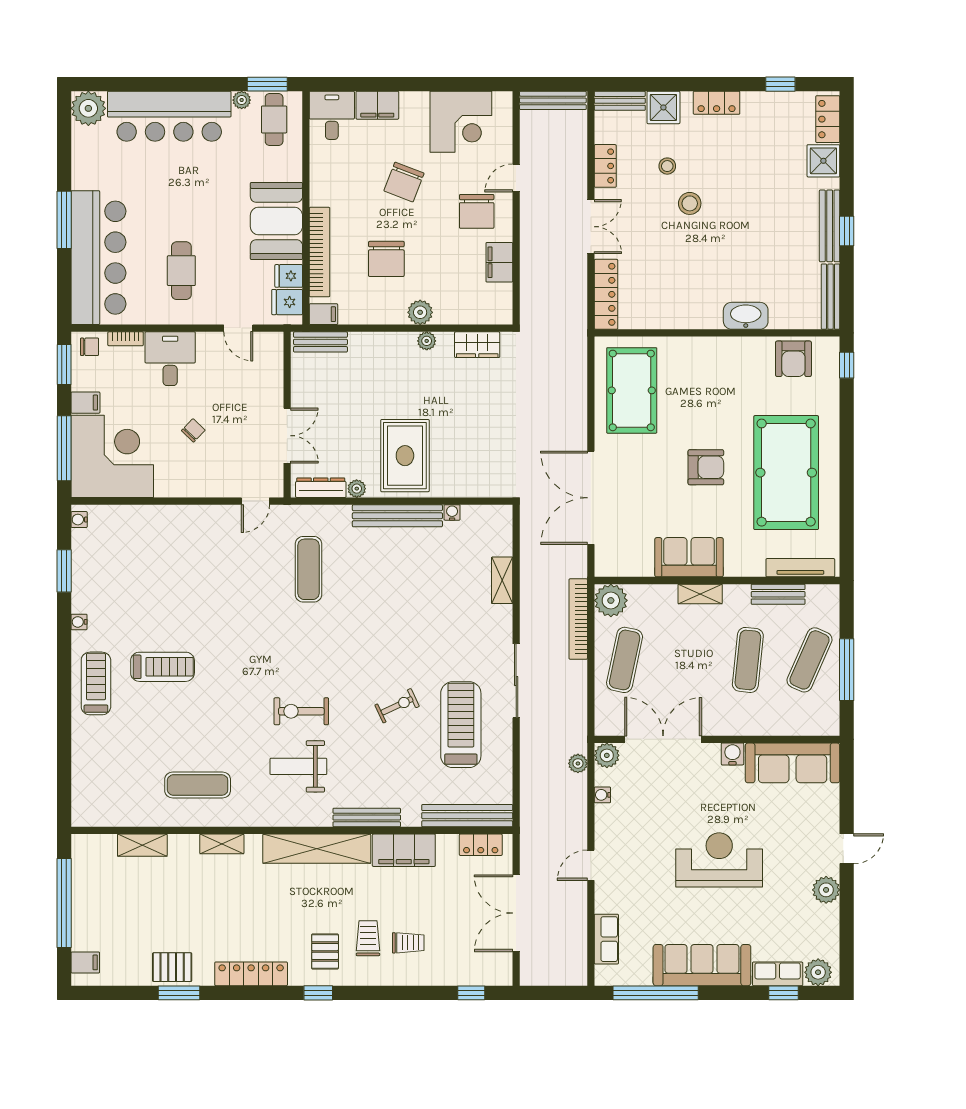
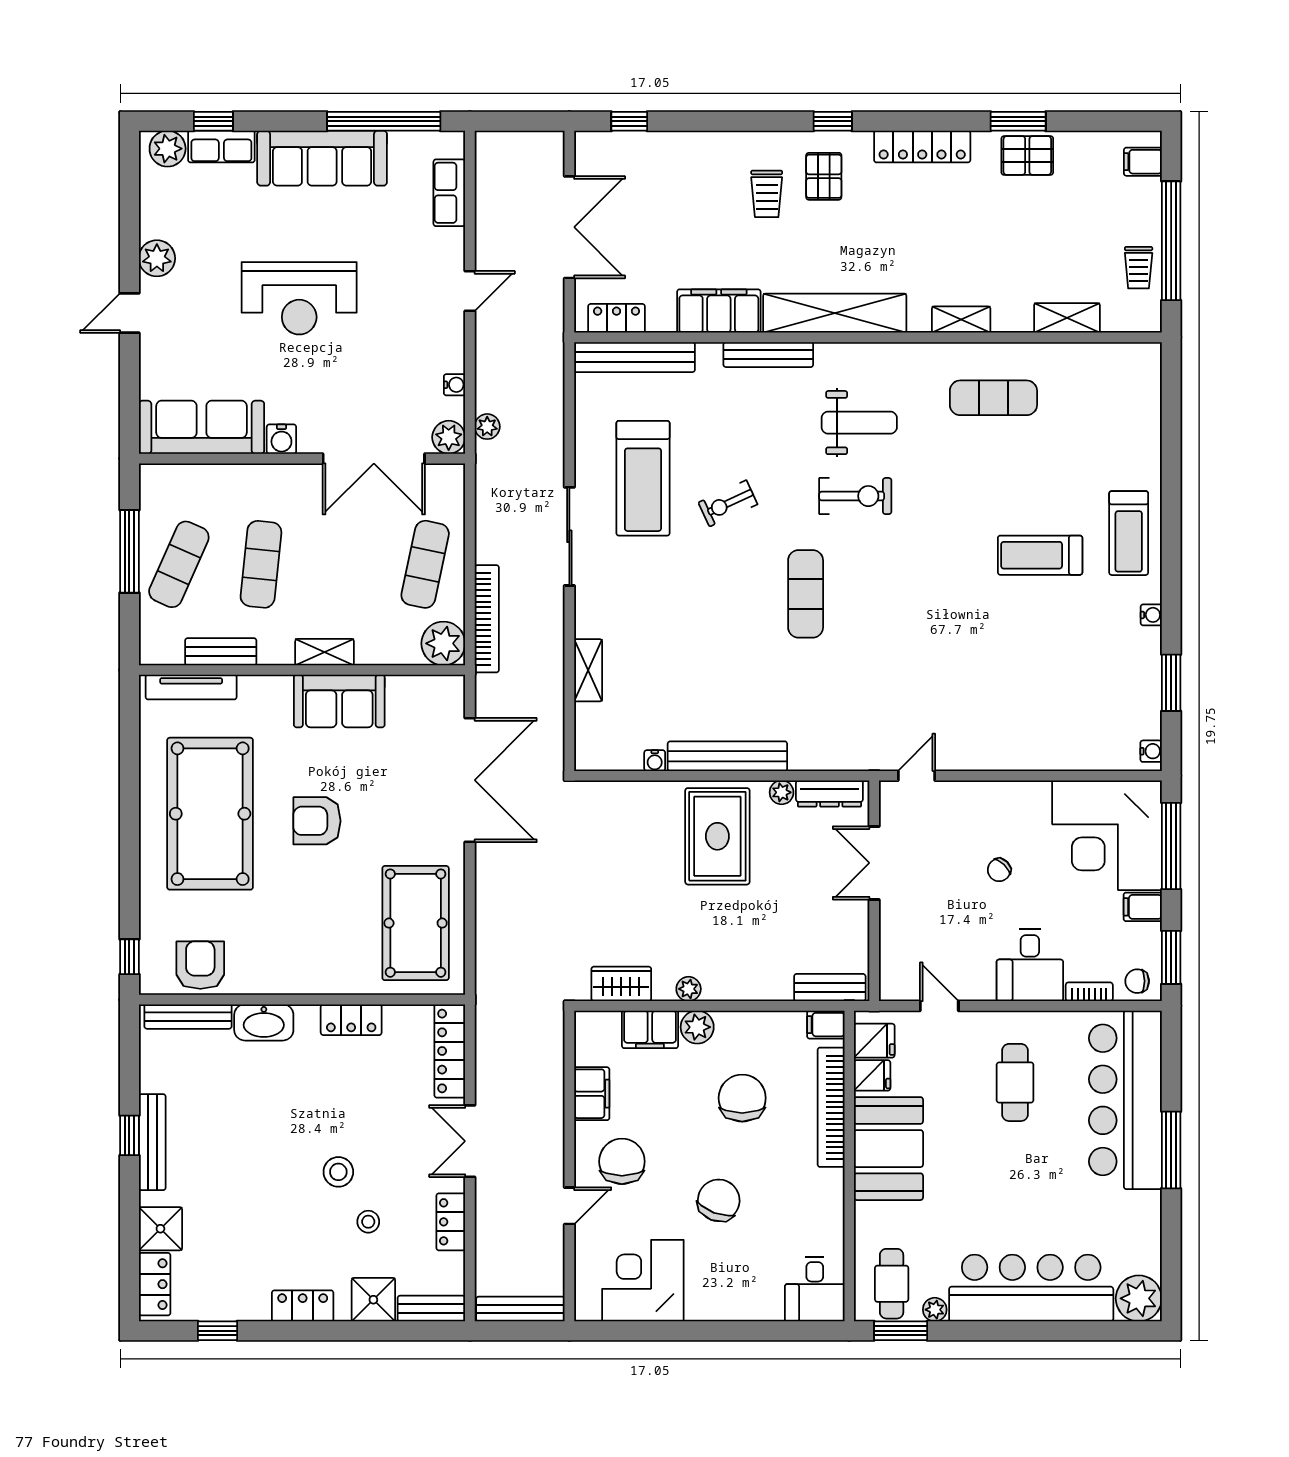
filing cabinet: (377, 105) -> (650, 1029), moved, turned 180
bench: (830, 297) -> (188, 1017), moved, turned 90
locker: (680, 318) -> (351, 1020), added
exercise mat: (308, 569) -> (806, 594), moved
trolley: (408, 943) -> (1139, 268), moved, turned -90

